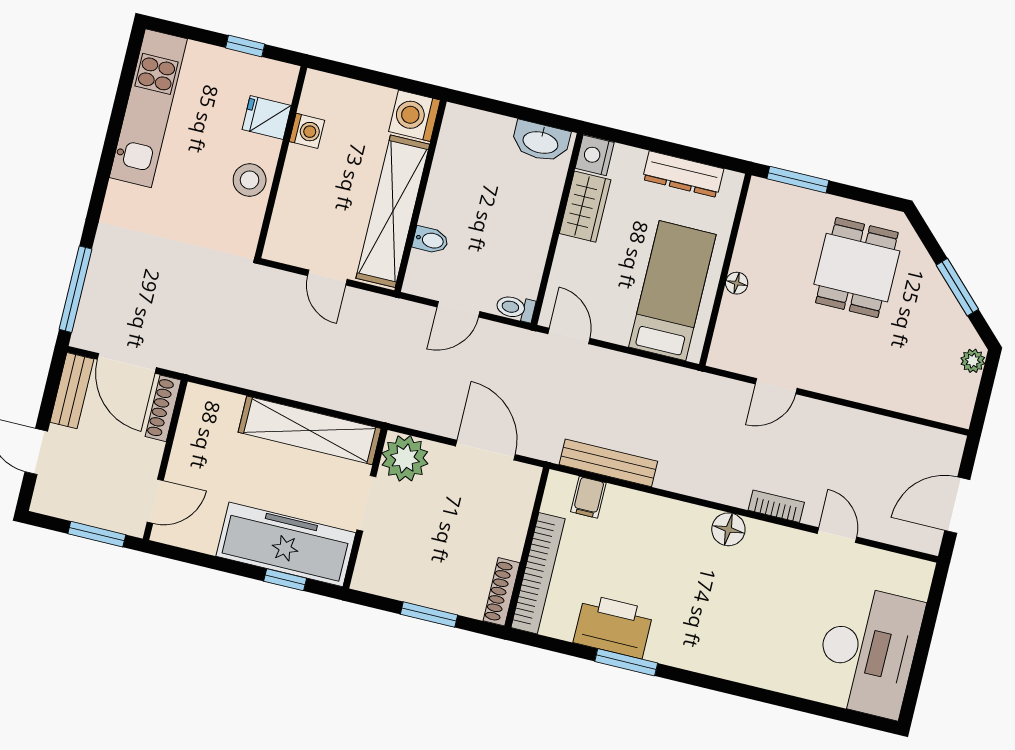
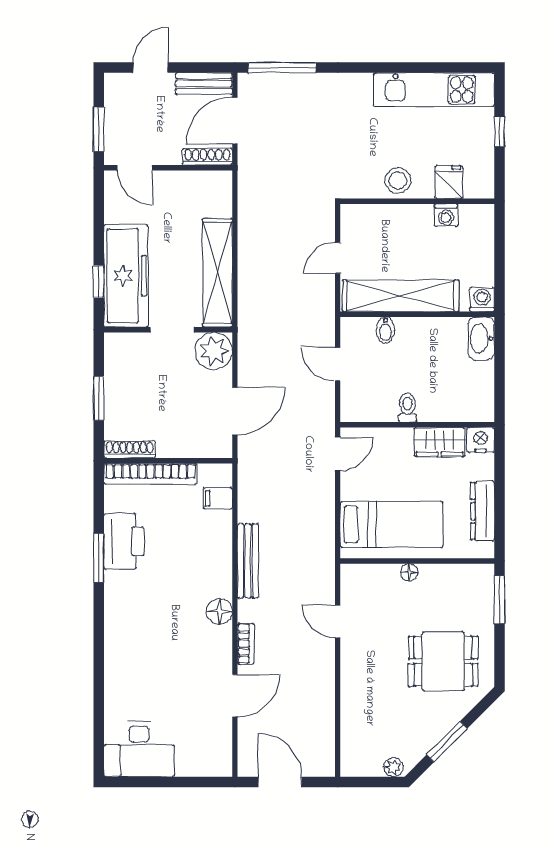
window: (245, 46) -> (500, 132), moved
washing machine: (415, 116) -> (482, 299), width x0.73, depth x0.73
washbasin: (541, 141) -> (481, 338), moved
toilet: (515, 308) -> (407, 408), moved
bench: (608, 463) -> (248, 561), moved
door: (837, 535) -> (235, 696), width x1.38
desk: (868, 651) -> (139, 749), width x0.73, depth x0.77

